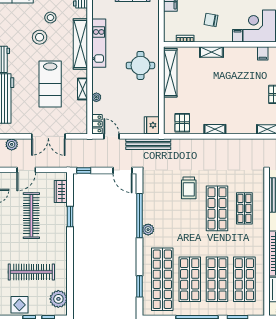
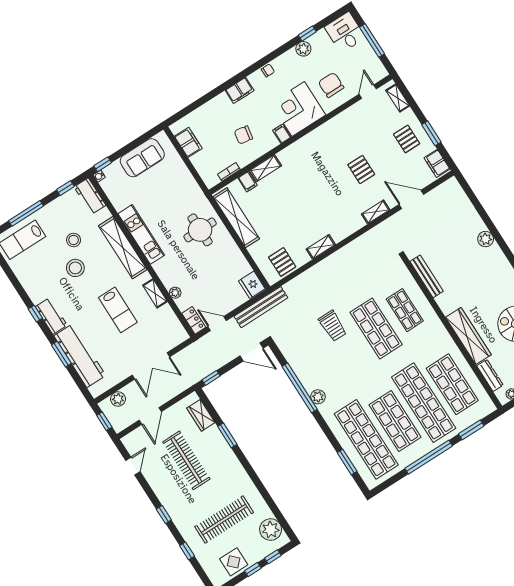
filing cabinet: (263, 53) -> (248, 182), moved
lab bench: (50, 84) -> (118, 310), width x0.73, depth x0.72
shop shelf: (217, 279) -> (424, 403), width x1.40

